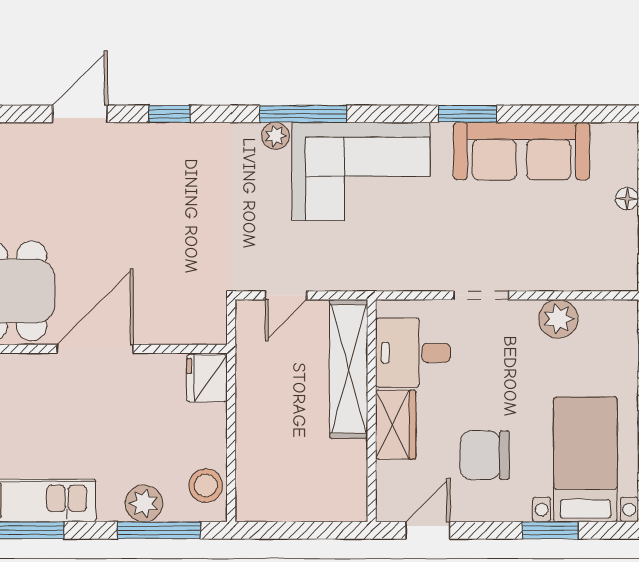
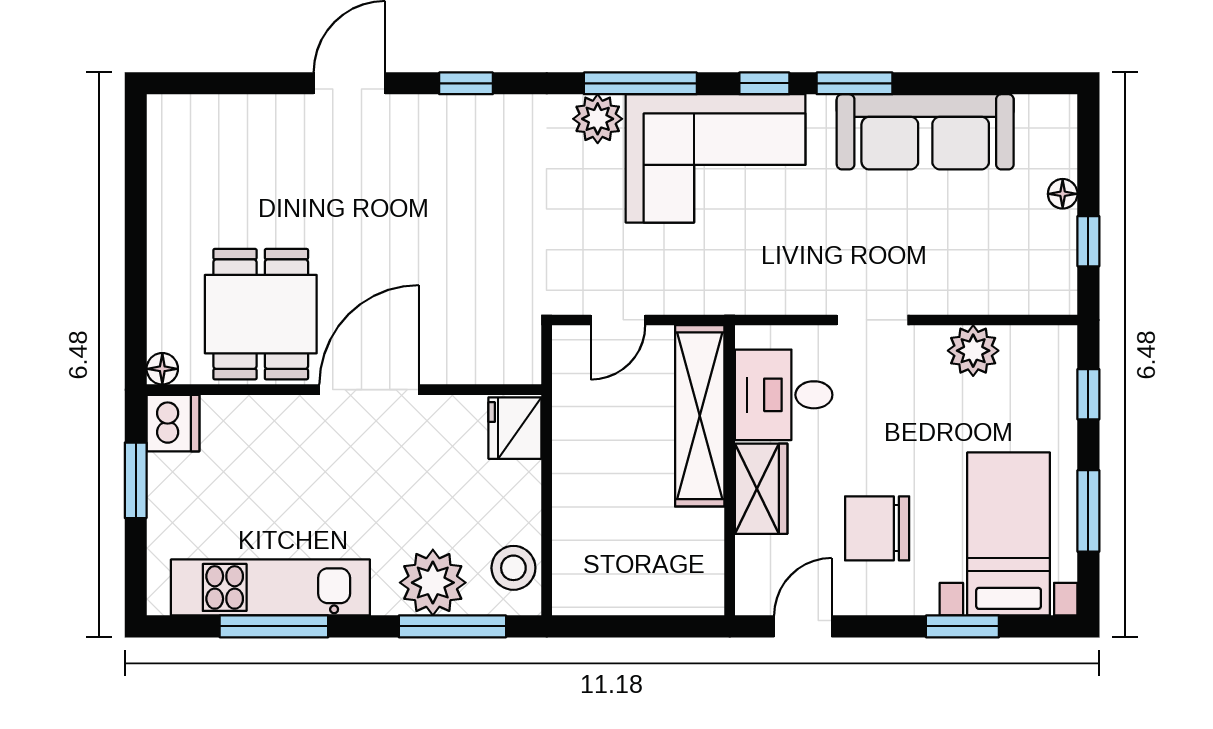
window: (398, 114) -> (764, 83), added
plant: (275, 136) -> (598, 119), width x1.38, depth x1.38
plant: (144, 503) -> (433, 583), width x1.36, depth x1.36

